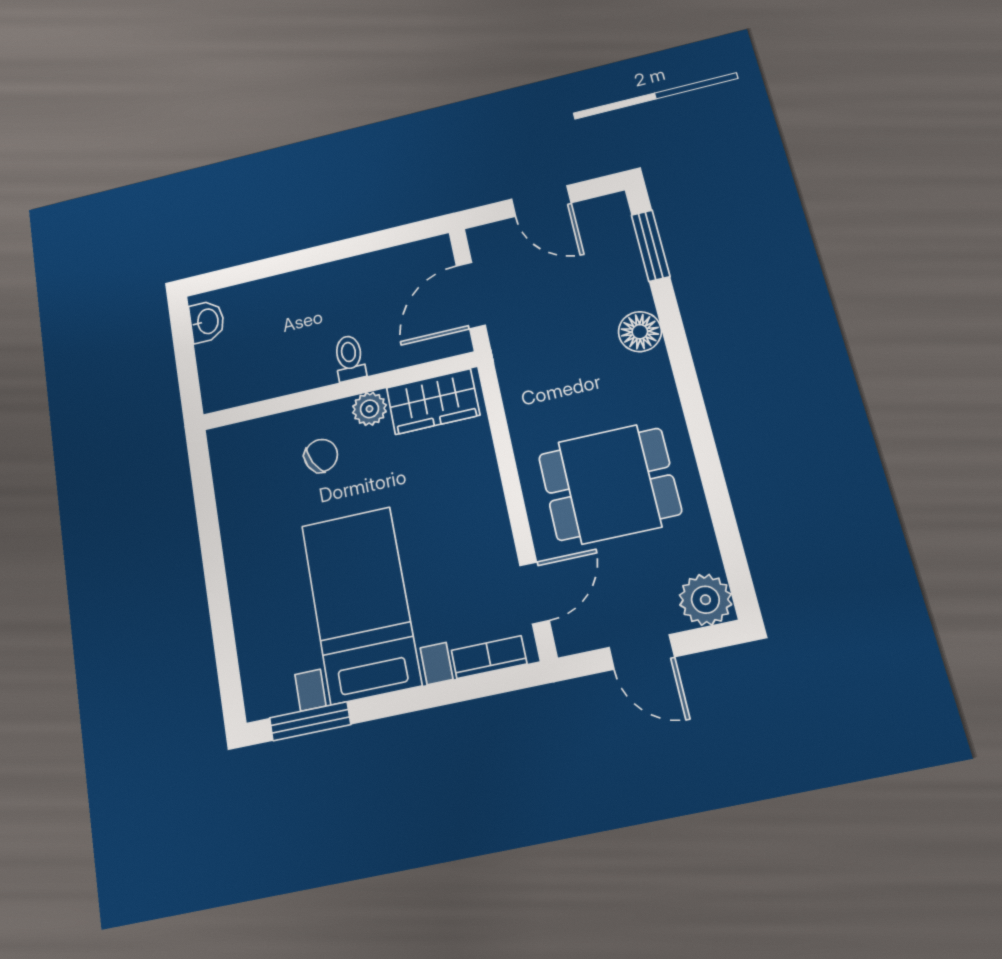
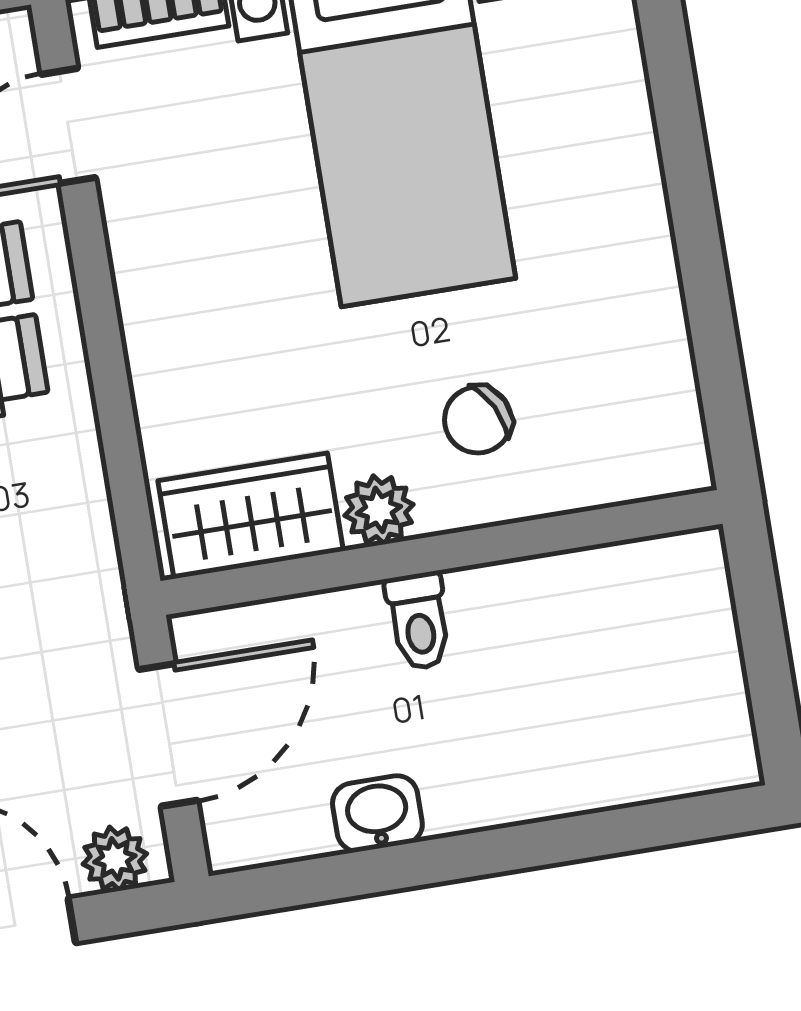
plant: (494, 237) -> (115, 859), added
washbasin: (207, 322) -> (377, 814), moved, turned 90

